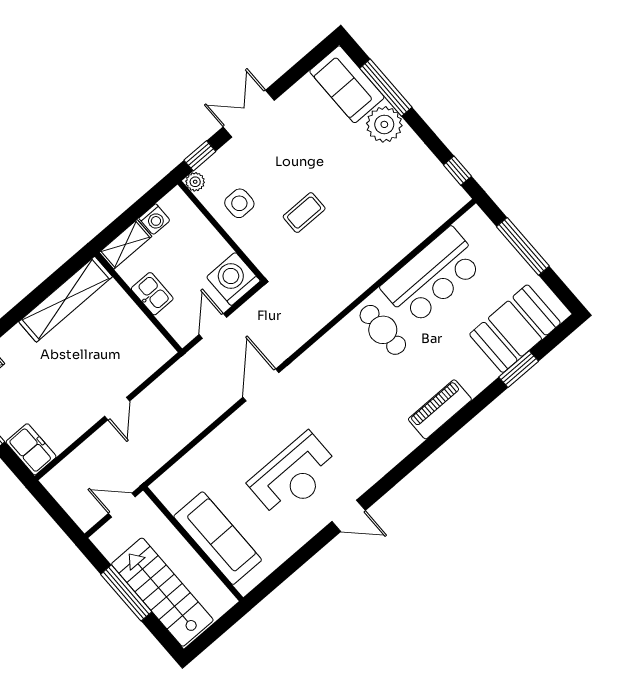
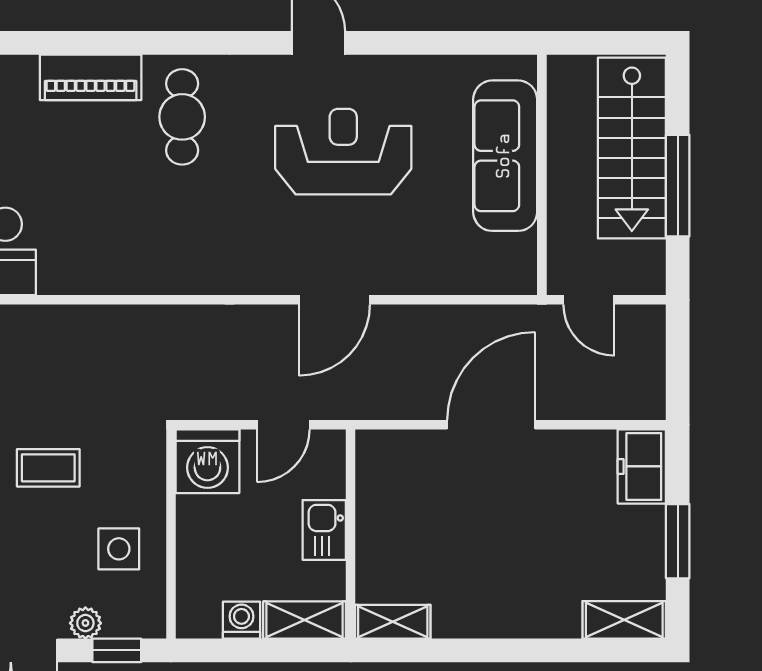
plant: (195, 182) -> (85, 623), moved
shelving: (66, 299) -> (393, 622), width x0.45, depth x0.75
cafe table: (383, 330) -> (182, 117), moved
door: (261, 385) -> (334, 300), moved
door: (117, 409) -> (491, 425), width x1.87

